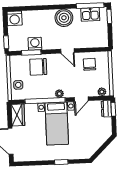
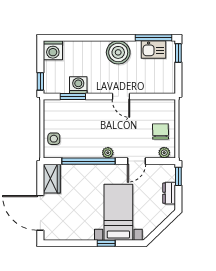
chair: (89, 64) -> (161, 132), moved
chair: (38, 67) -> (81, 116), removed
dresser: (106, 109) -> (169, 193), moved
bed with nightstands: (57, 124) -> (118, 212), moved, turned 180

